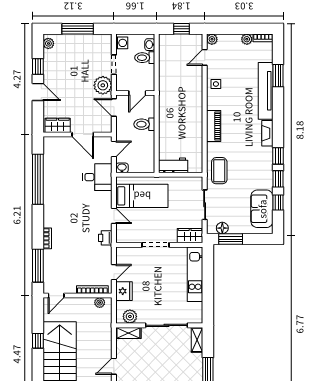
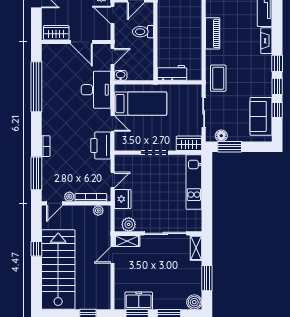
desk: (97, 177) -> (96, 90), width x1.37
printer: (105, 238) -> (101, 146), width x1.87, depth x1.48
plant: (71, 289) -> (69, 197), added
door: (114, 366) -> (112, 255), moved

